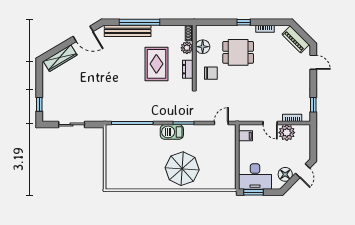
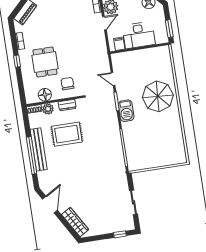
bench: (128, 31) -> (39, 149), moved
door: (221, 123) -> (113, 79), moved
desk: (255, 177) -> (139, 35), moved, turned 90

